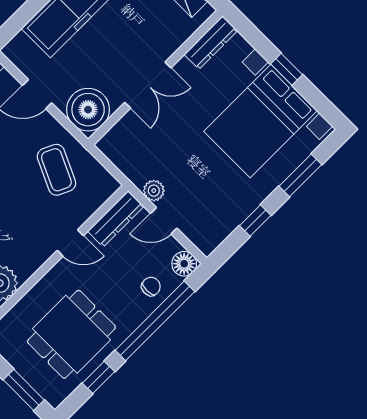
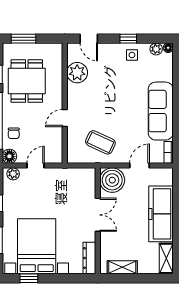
window: (286, 69) -> (29, 278), moved
double door: (148, 85) -> (98, 215), swing flipped
plant: (154, 191) -> (13, 174), moved
dresser: (116, 219) -> (56, 147), removed

